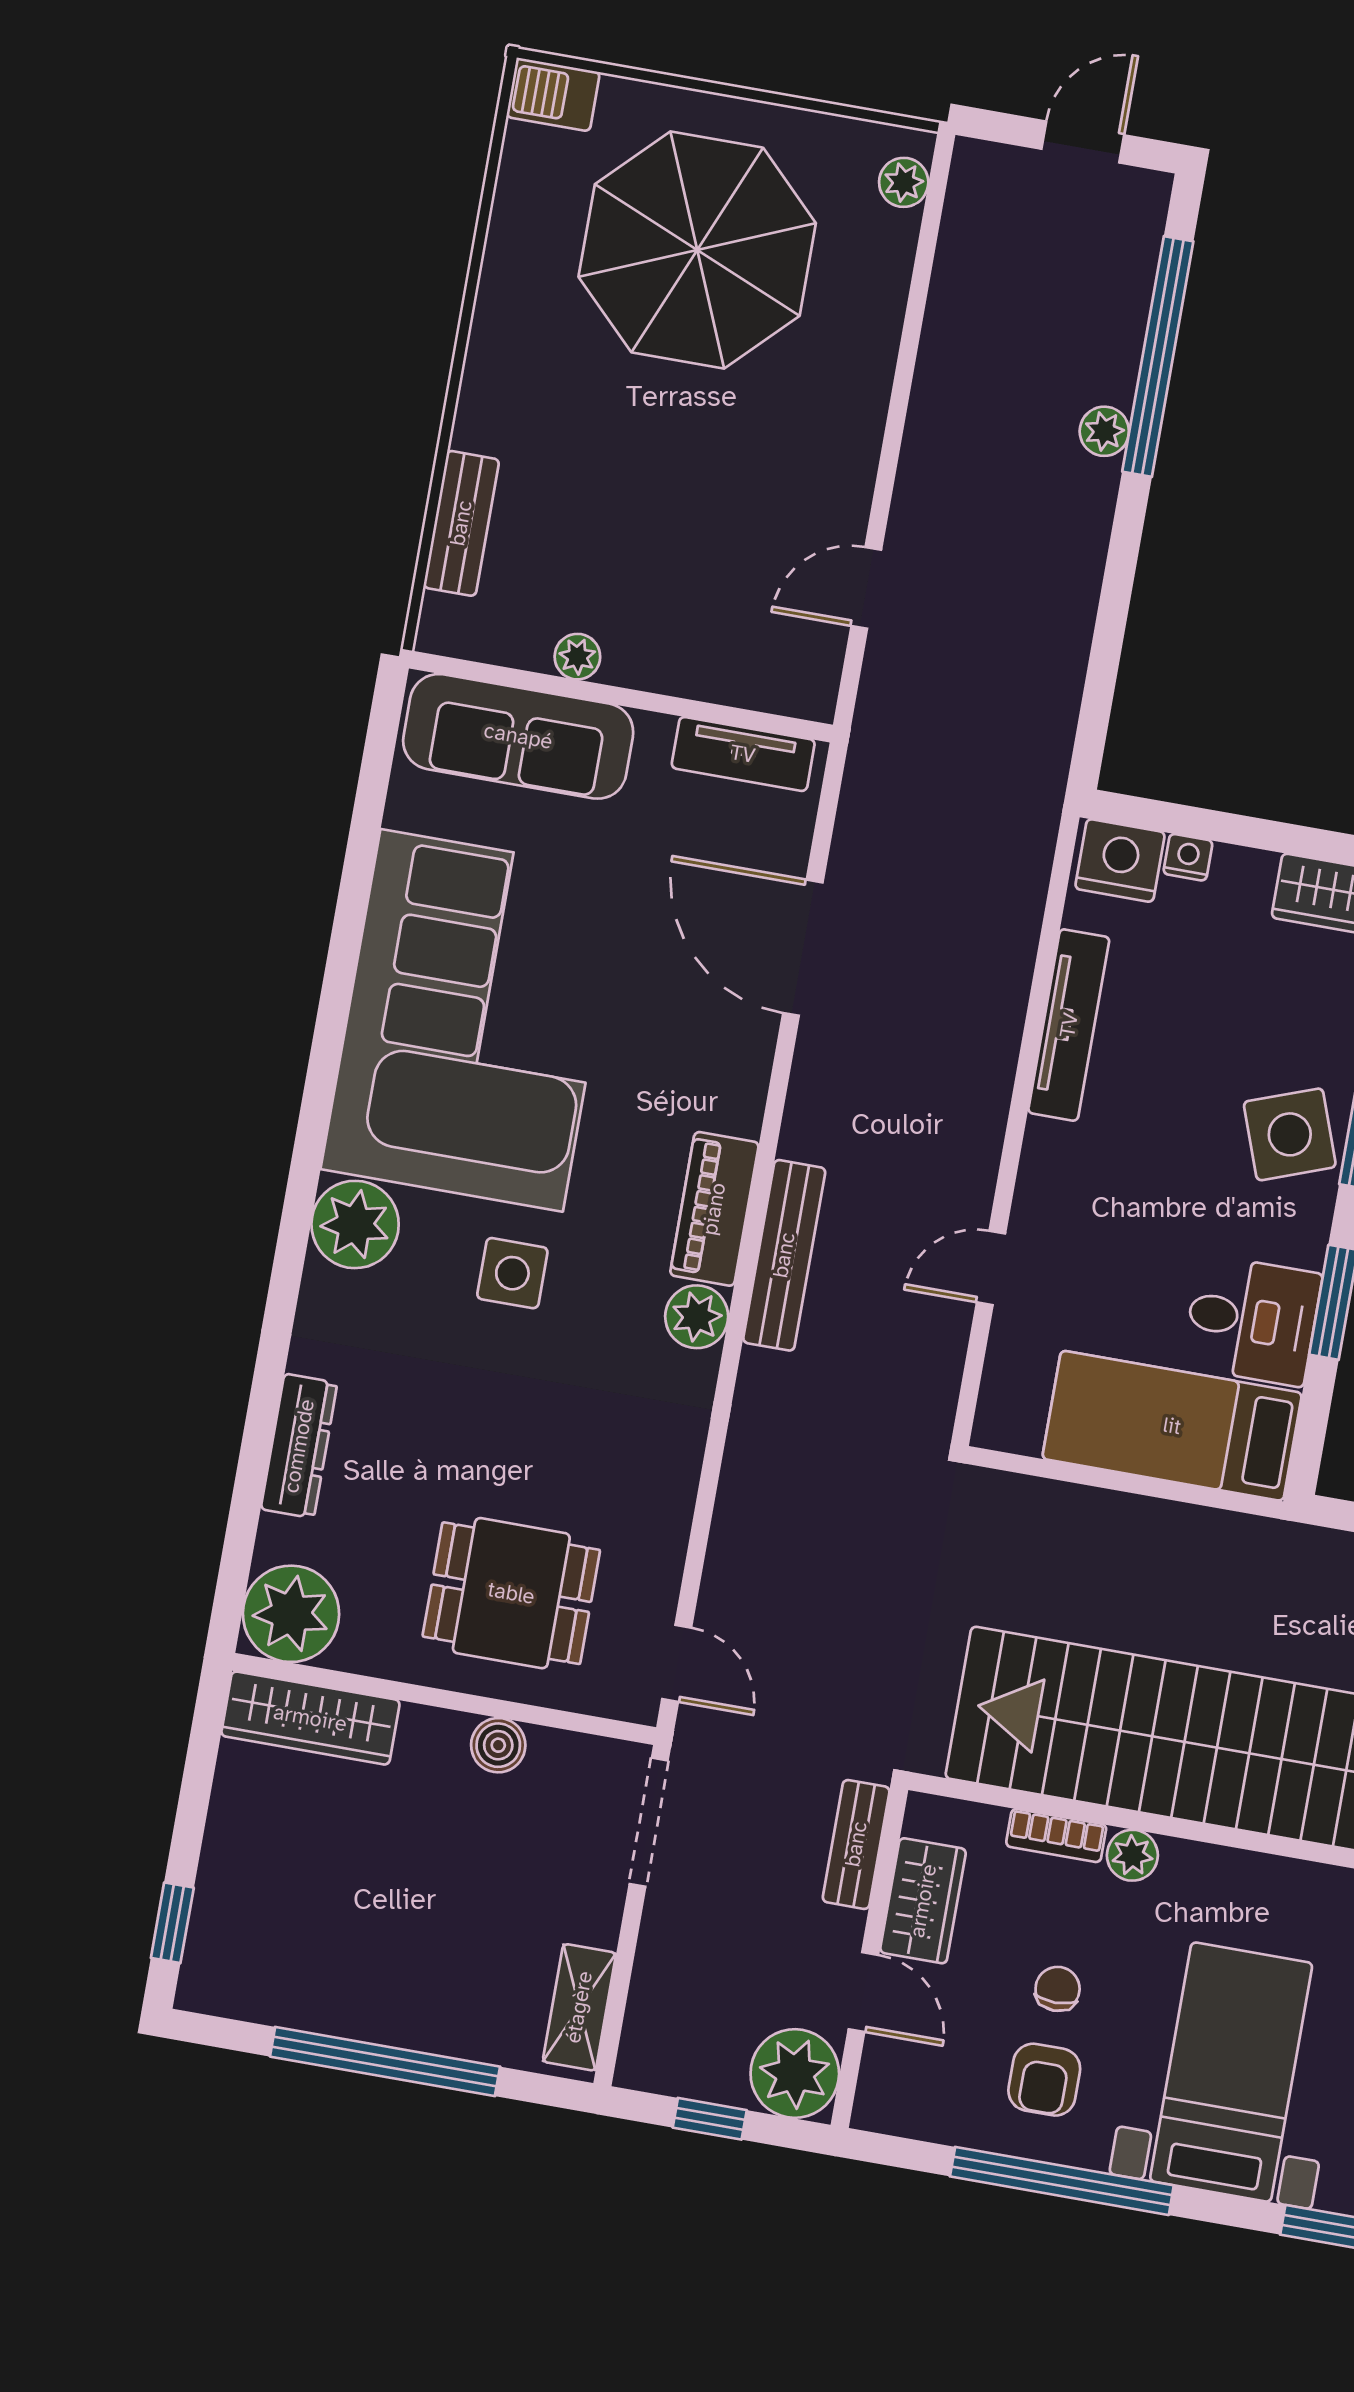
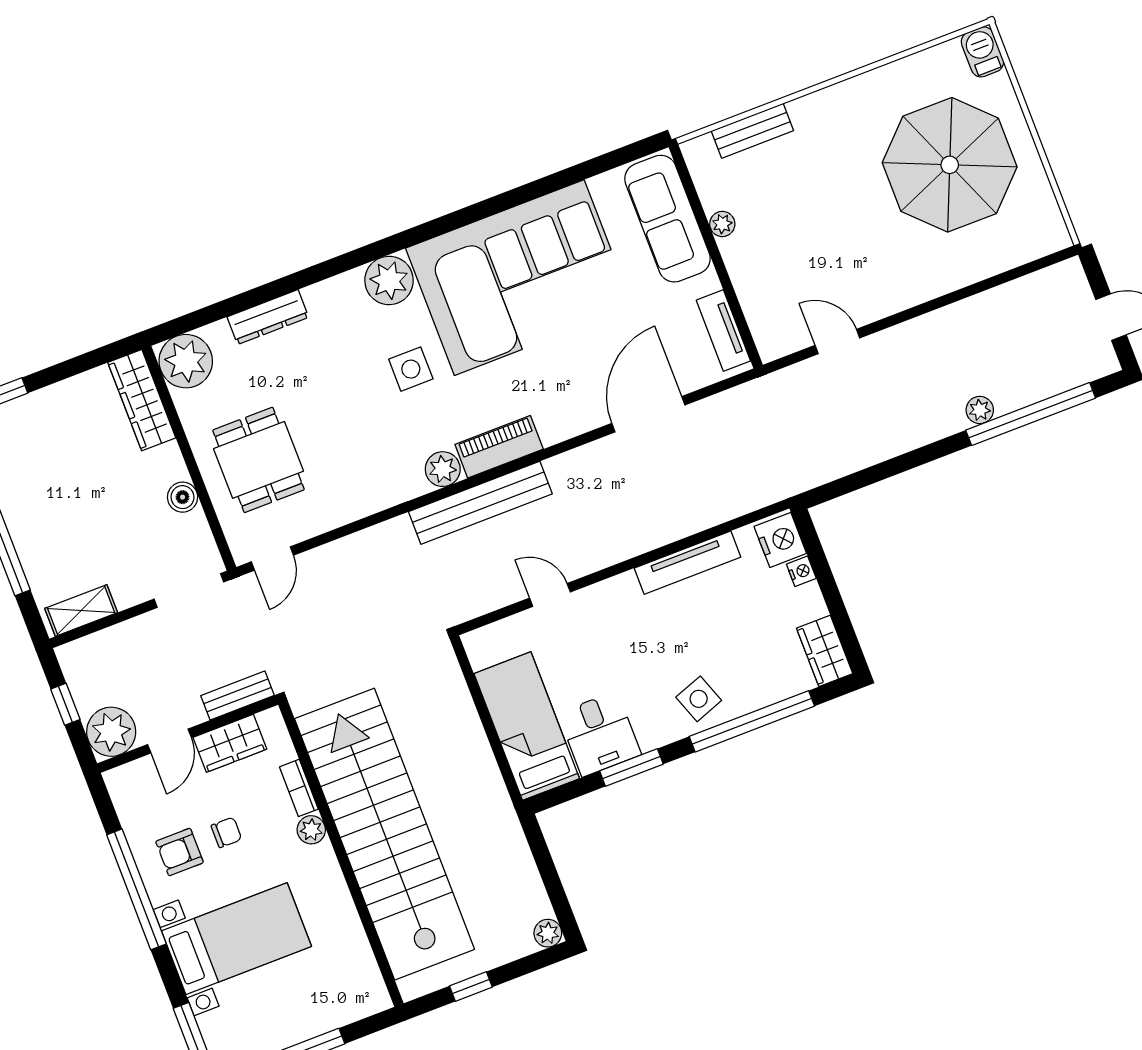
plant: (904, 182) -> (1041, 244), removed
side table: (1290, 1134) -> (699, 699), width x0.73, depth x0.73
bench: (784, 1255) -> (480, 503), width x1.37, depth x1.21

